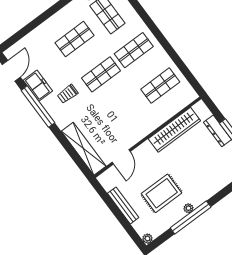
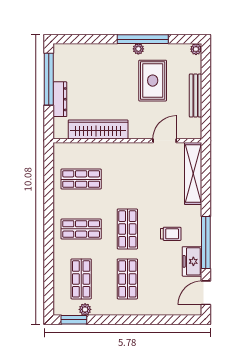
shop shelf: (75, 39) -> (127, 279), turned 90
shop shelf: (101, 74) -> (127, 229), turned 90
rug: (162, 193) -> (153, 81), turned 90

